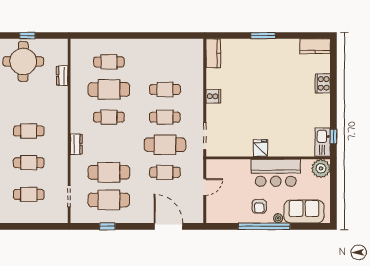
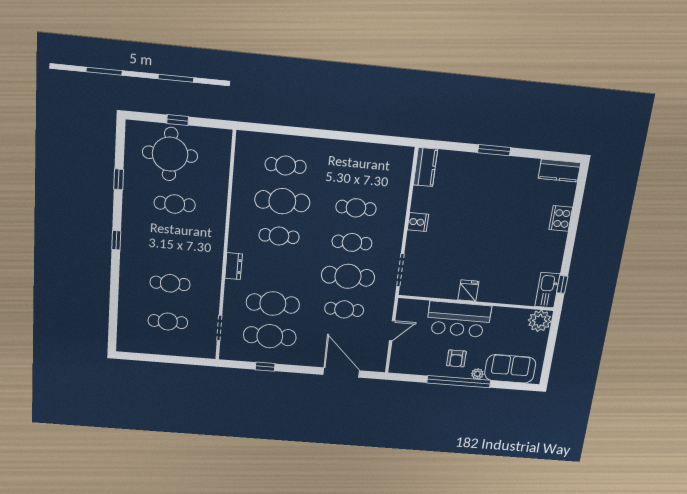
dresser: (62, 76) -> (221, 178), removed
cafe table: (29, 131) -> (175, 204), moved
bar counter: (276, 173) -> (459, 319), moved

